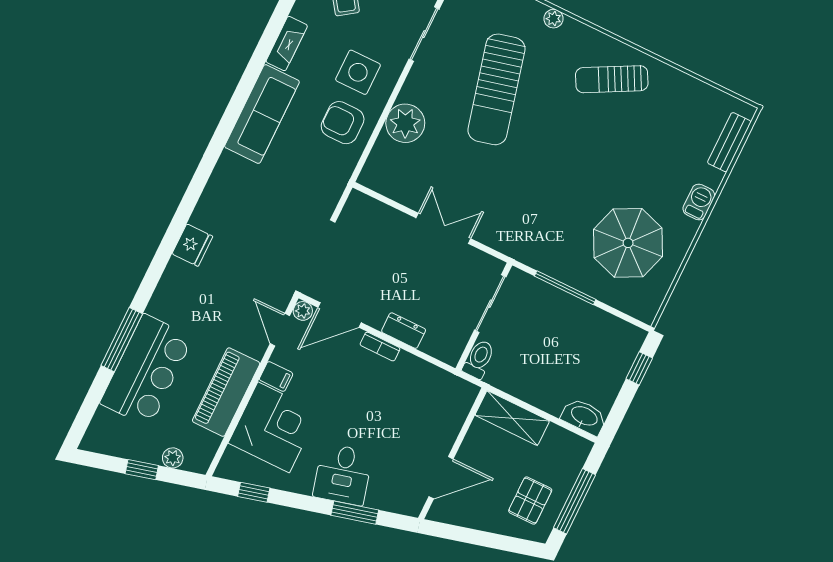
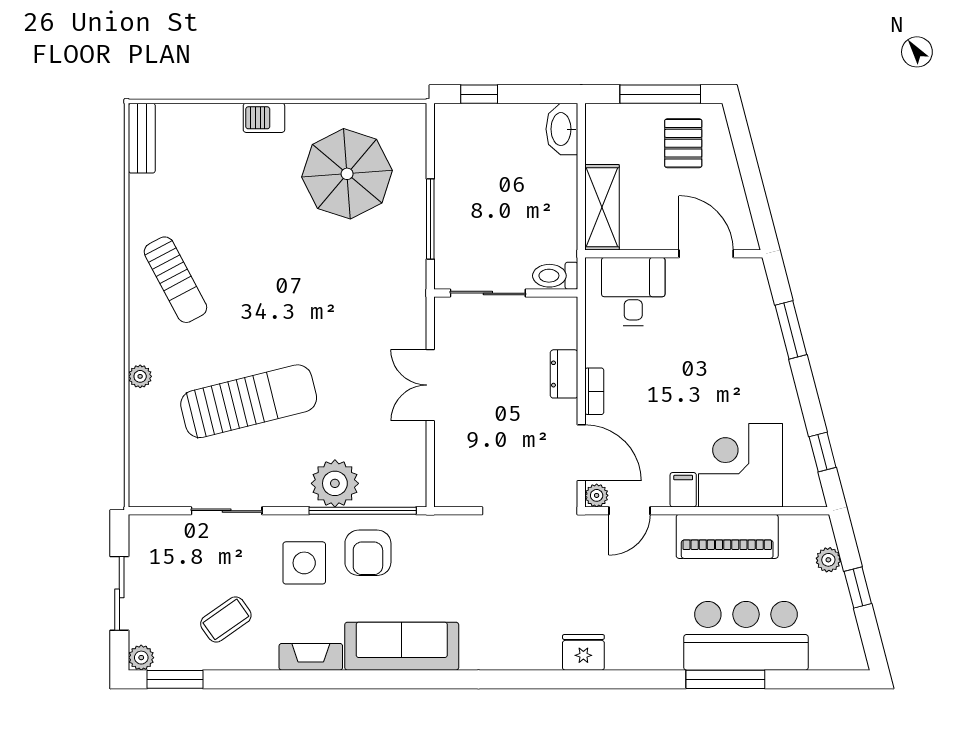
window: (375, 134) -> (363, 511), added
bench: (729, 142) -> (142, 138), moved, turned 90
desk: (343, 474) -> (633, 291), moved, turned -75
pallet: (530, 501) -> (683, 143), turned 90

